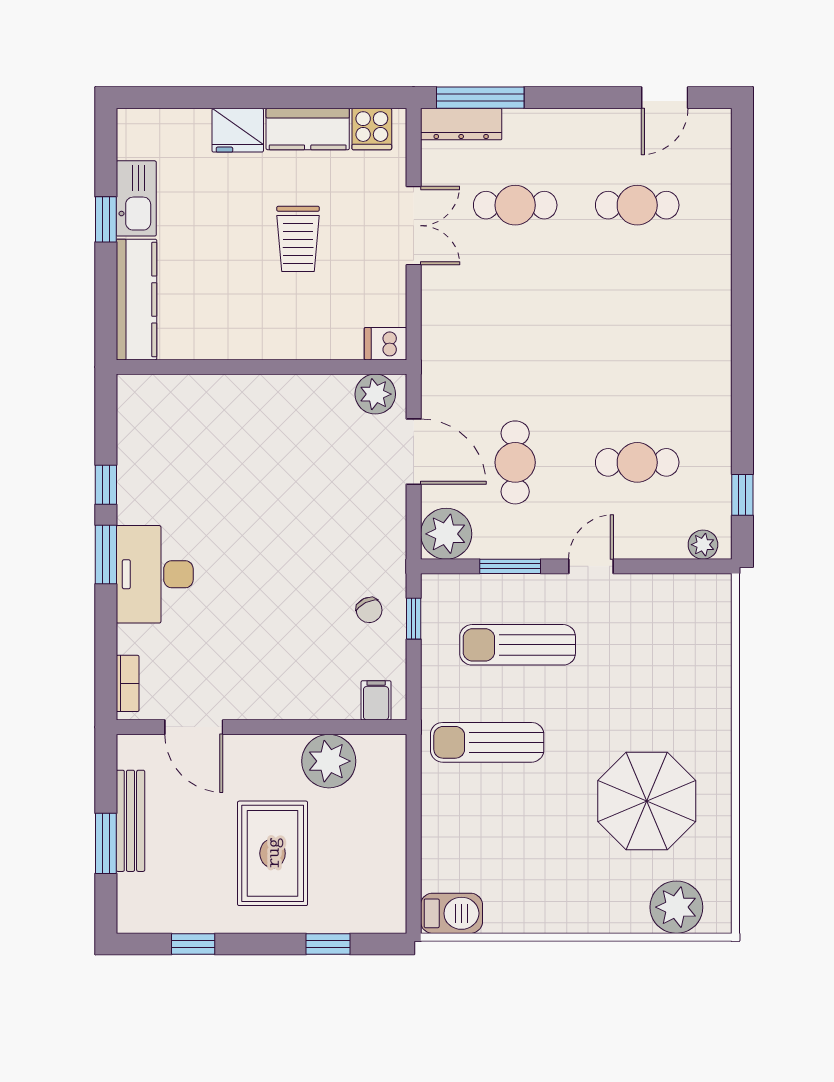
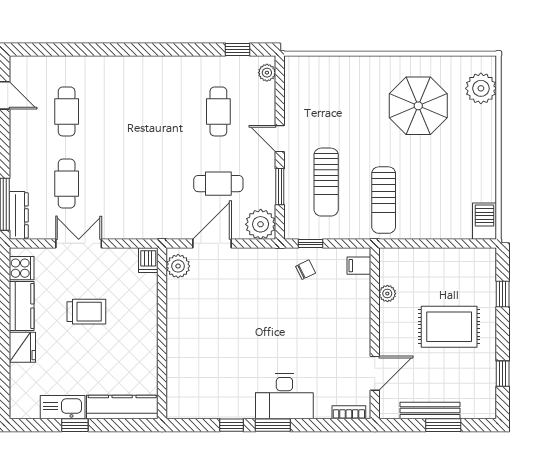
plant: (329, 761) -> (387, 294), width x0.53, depth x0.53

